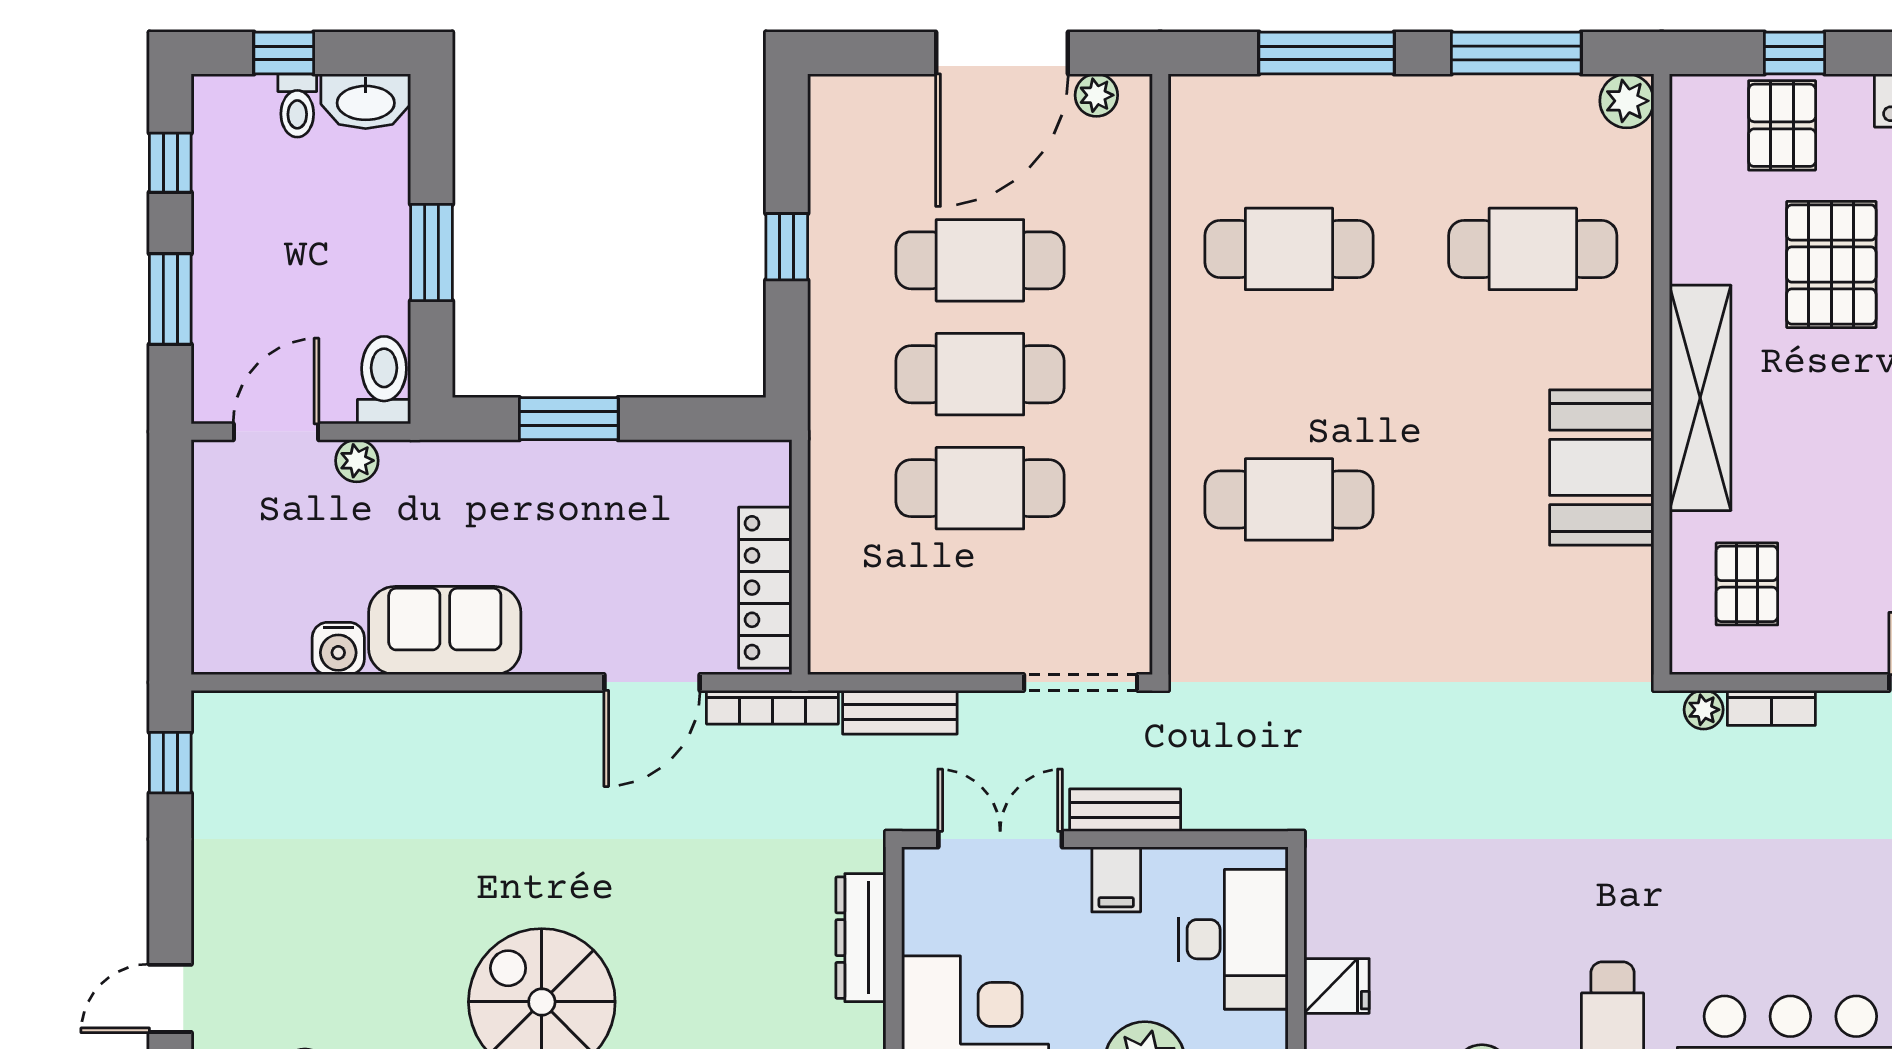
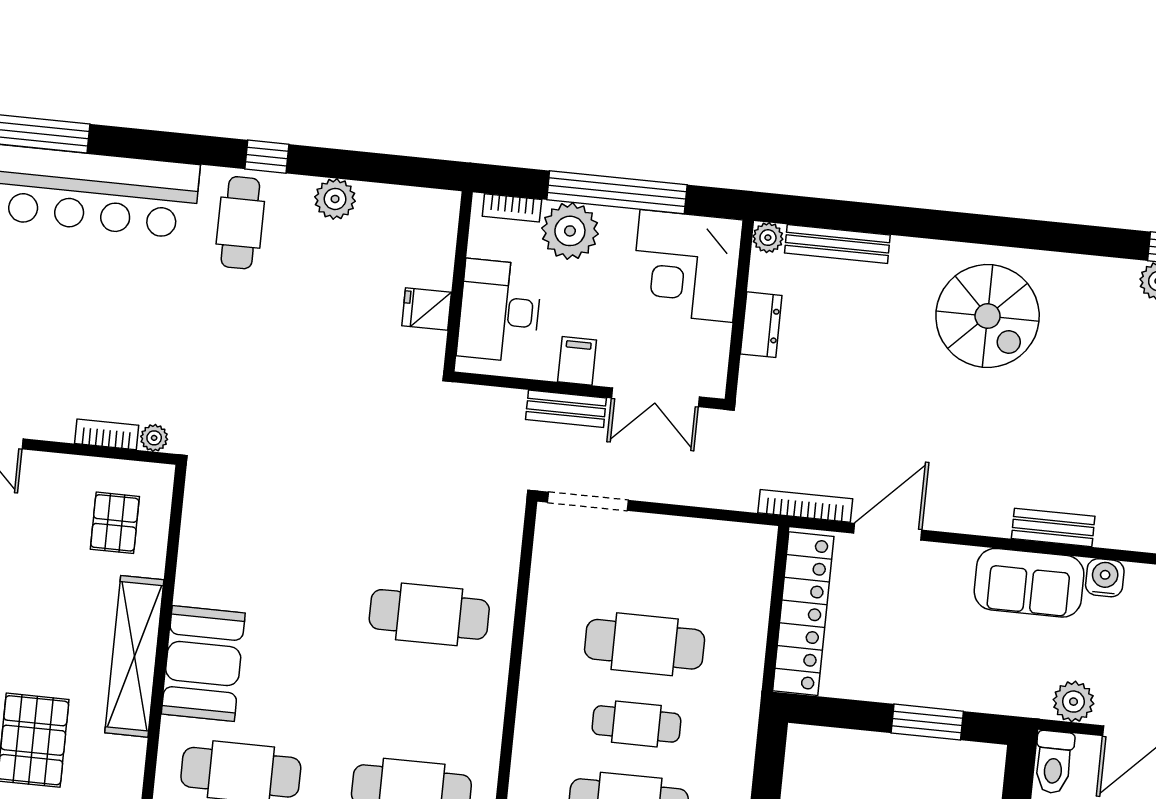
cafe table: (980, 374) -> (636, 724), width x0.73, depth x0.74
plant: (357, 461) -> (1073, 702), width x1.38, depth x1.38
booth: (1602, 467) -> (203, 664), moved
locker: (765, 588) -> (803, 614), width x1.41, depth x1.21
bench: (900, 712) -> (1053, 527), moved
dresser: (861, 938) -> (761, 325), width x0.70
fridge: (1336, 986) -> (427, 309), moved

